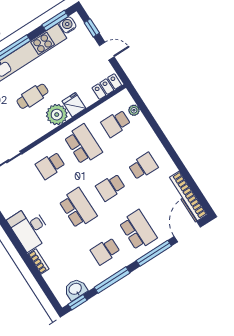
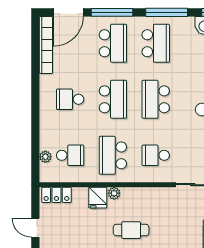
plant: (57, 115) -> (114, 193), width x0.53, depth x0.53
school desk: (50, 165) -> (156, 155), turned 180
school desk: (110, 187) -> (113, 99), width x1.85
school desk: (138, 230) -> (113, 43), turned 180
school desk: (105, 251) -> (156, 43), width x1.85

